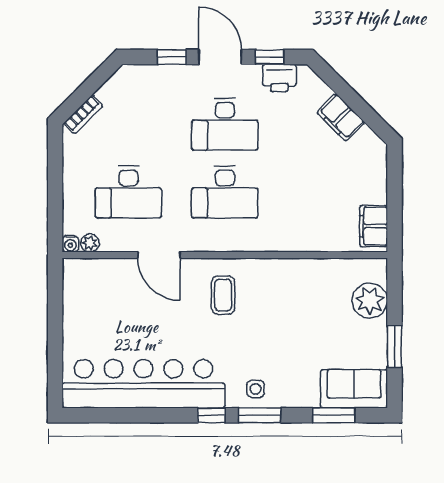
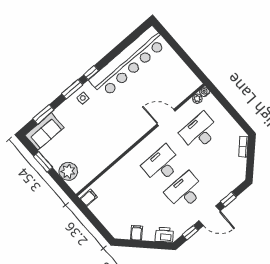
printer: (280, 78) -> (164, 235), moved, turned 45
filing cabinet: (341, 117) -> (136, 233), width x0.50
filing cabinet: (374, 226) -> (89, 198), width x0.50
coffee table: (223, 295) -> (127, 124), removed

